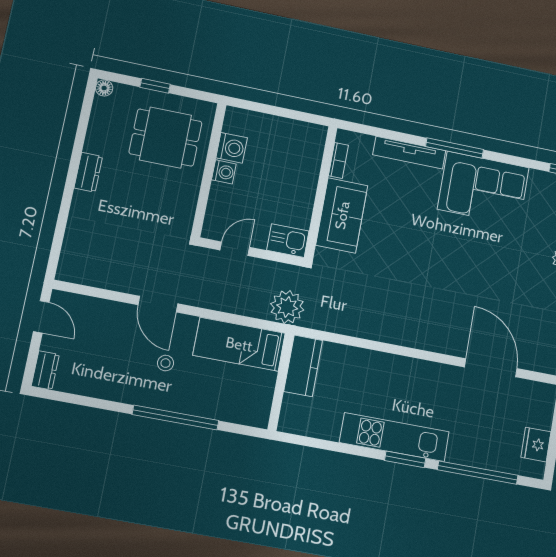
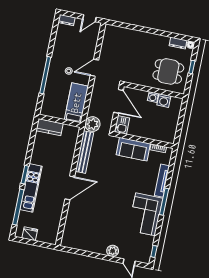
dining table: (165, 138) -> (168, 71), turned 90
dresser: (88, 172) -> (178, 43), moved
door: (235, 249) -> (119, 101), width x1.88
bench: (351, 324) -> (84, 152), added
kitchen counter: (303, 366) -> (50, 127), moved
door: (491, 368) -> (70, 188), moved
kitchen unit: (394, 437) -> (31, 188), moved

